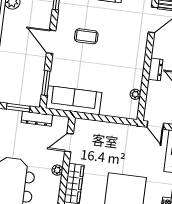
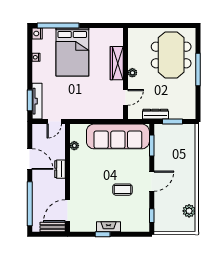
door: (51, 42) -> (152, 181), hinge flipped
sofa: (74, 100) -> (118, 136), width x1.36, depth x1.27
door: (155, 125) -> (54, 122), swing flipped

